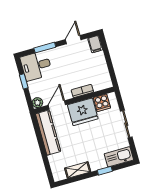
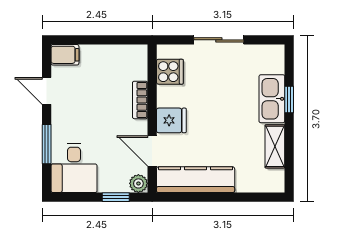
window: (24, 81) -> (116, 197), moved
fridge: (83, 112) -> (171, 120), width x0.53, depth x0.75
kitchen sink: (119, 157) -> (272, 99), moved

